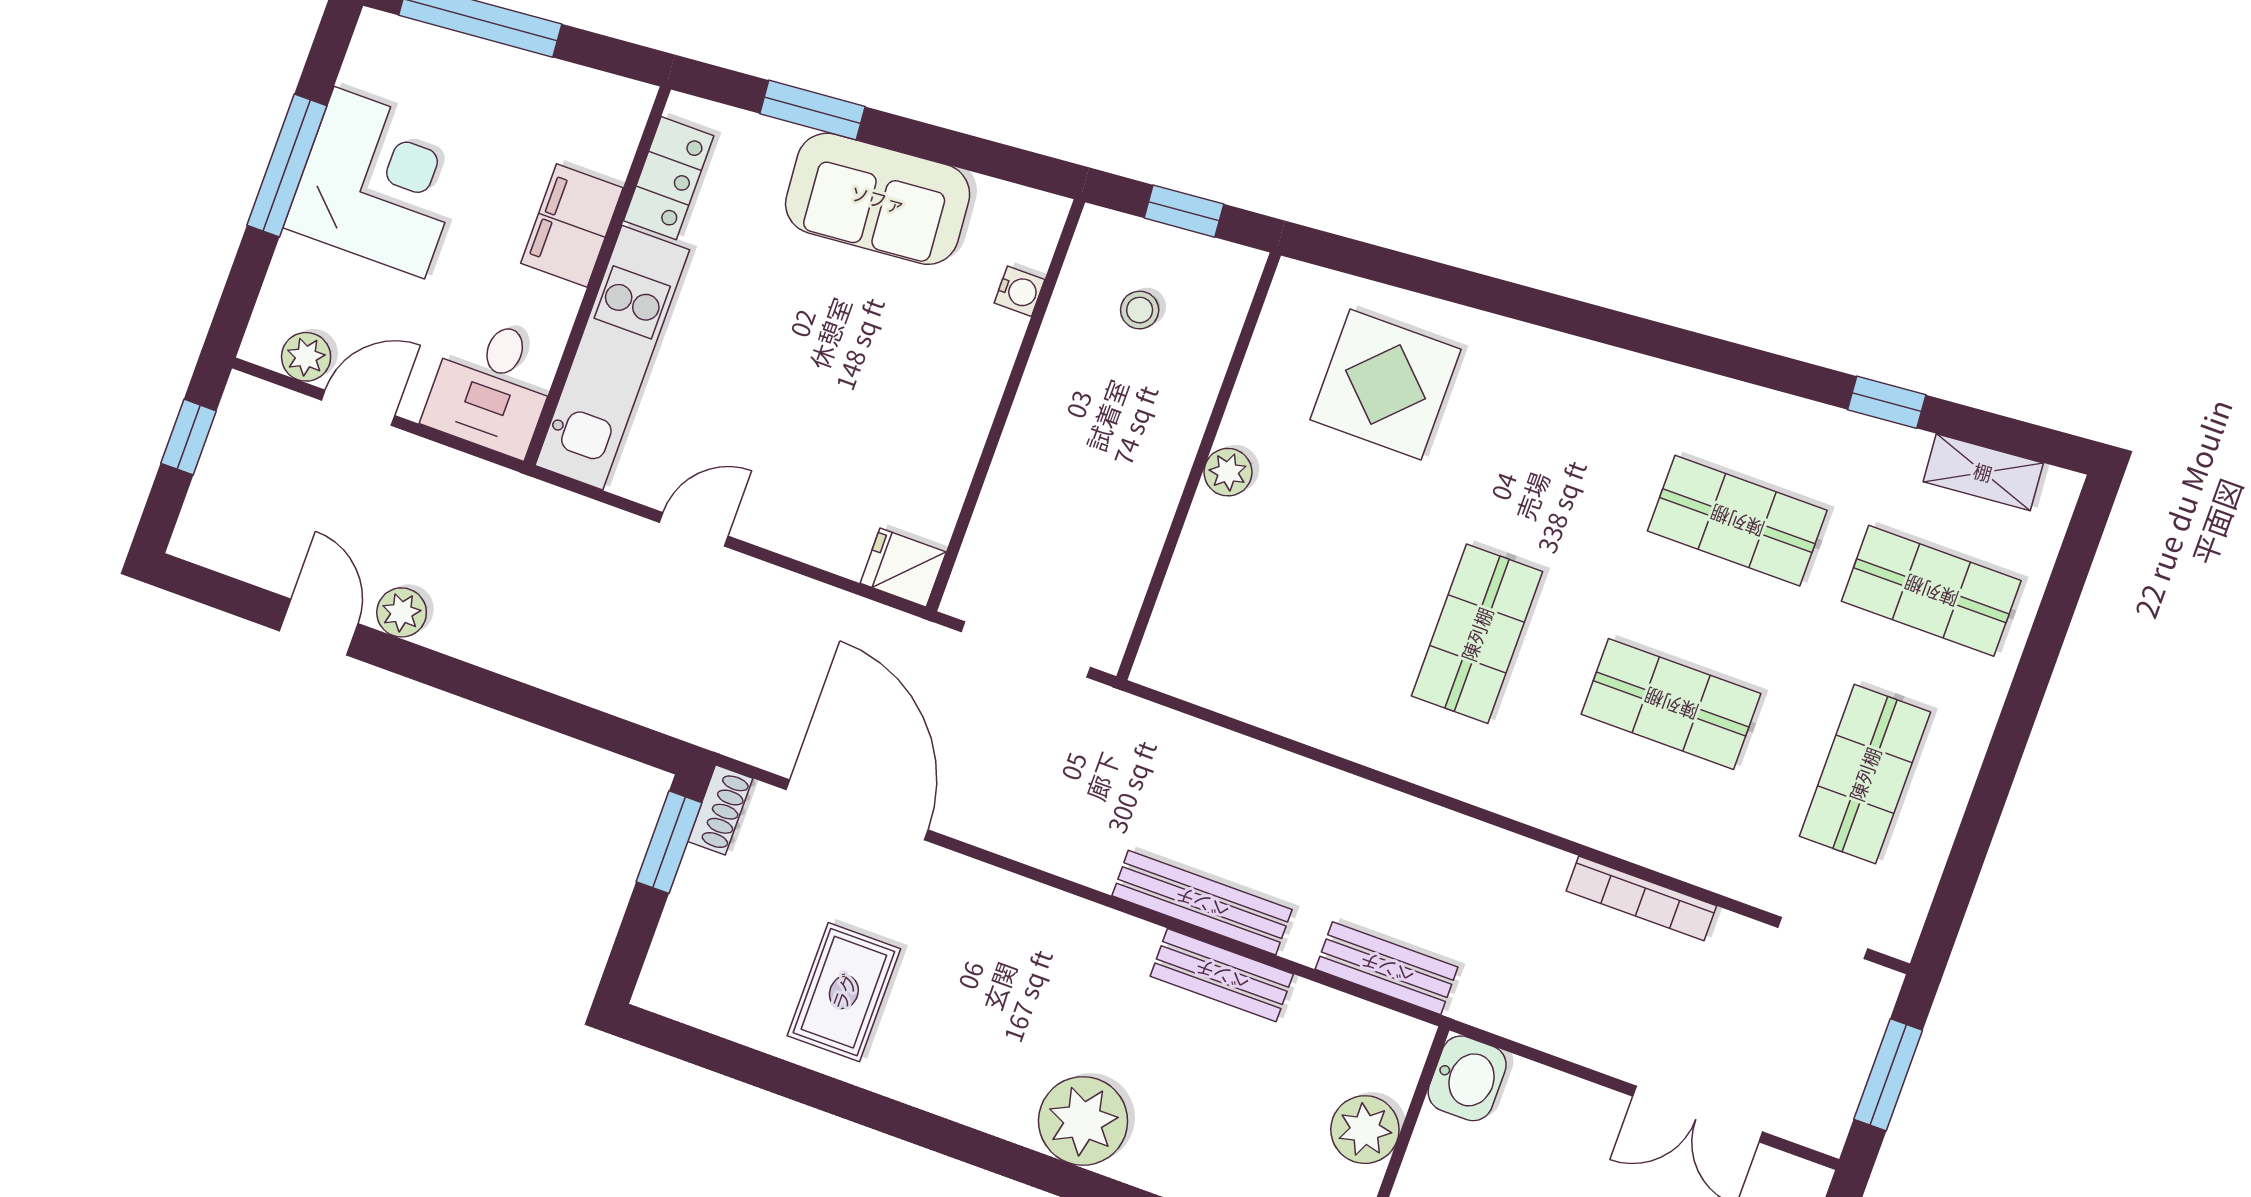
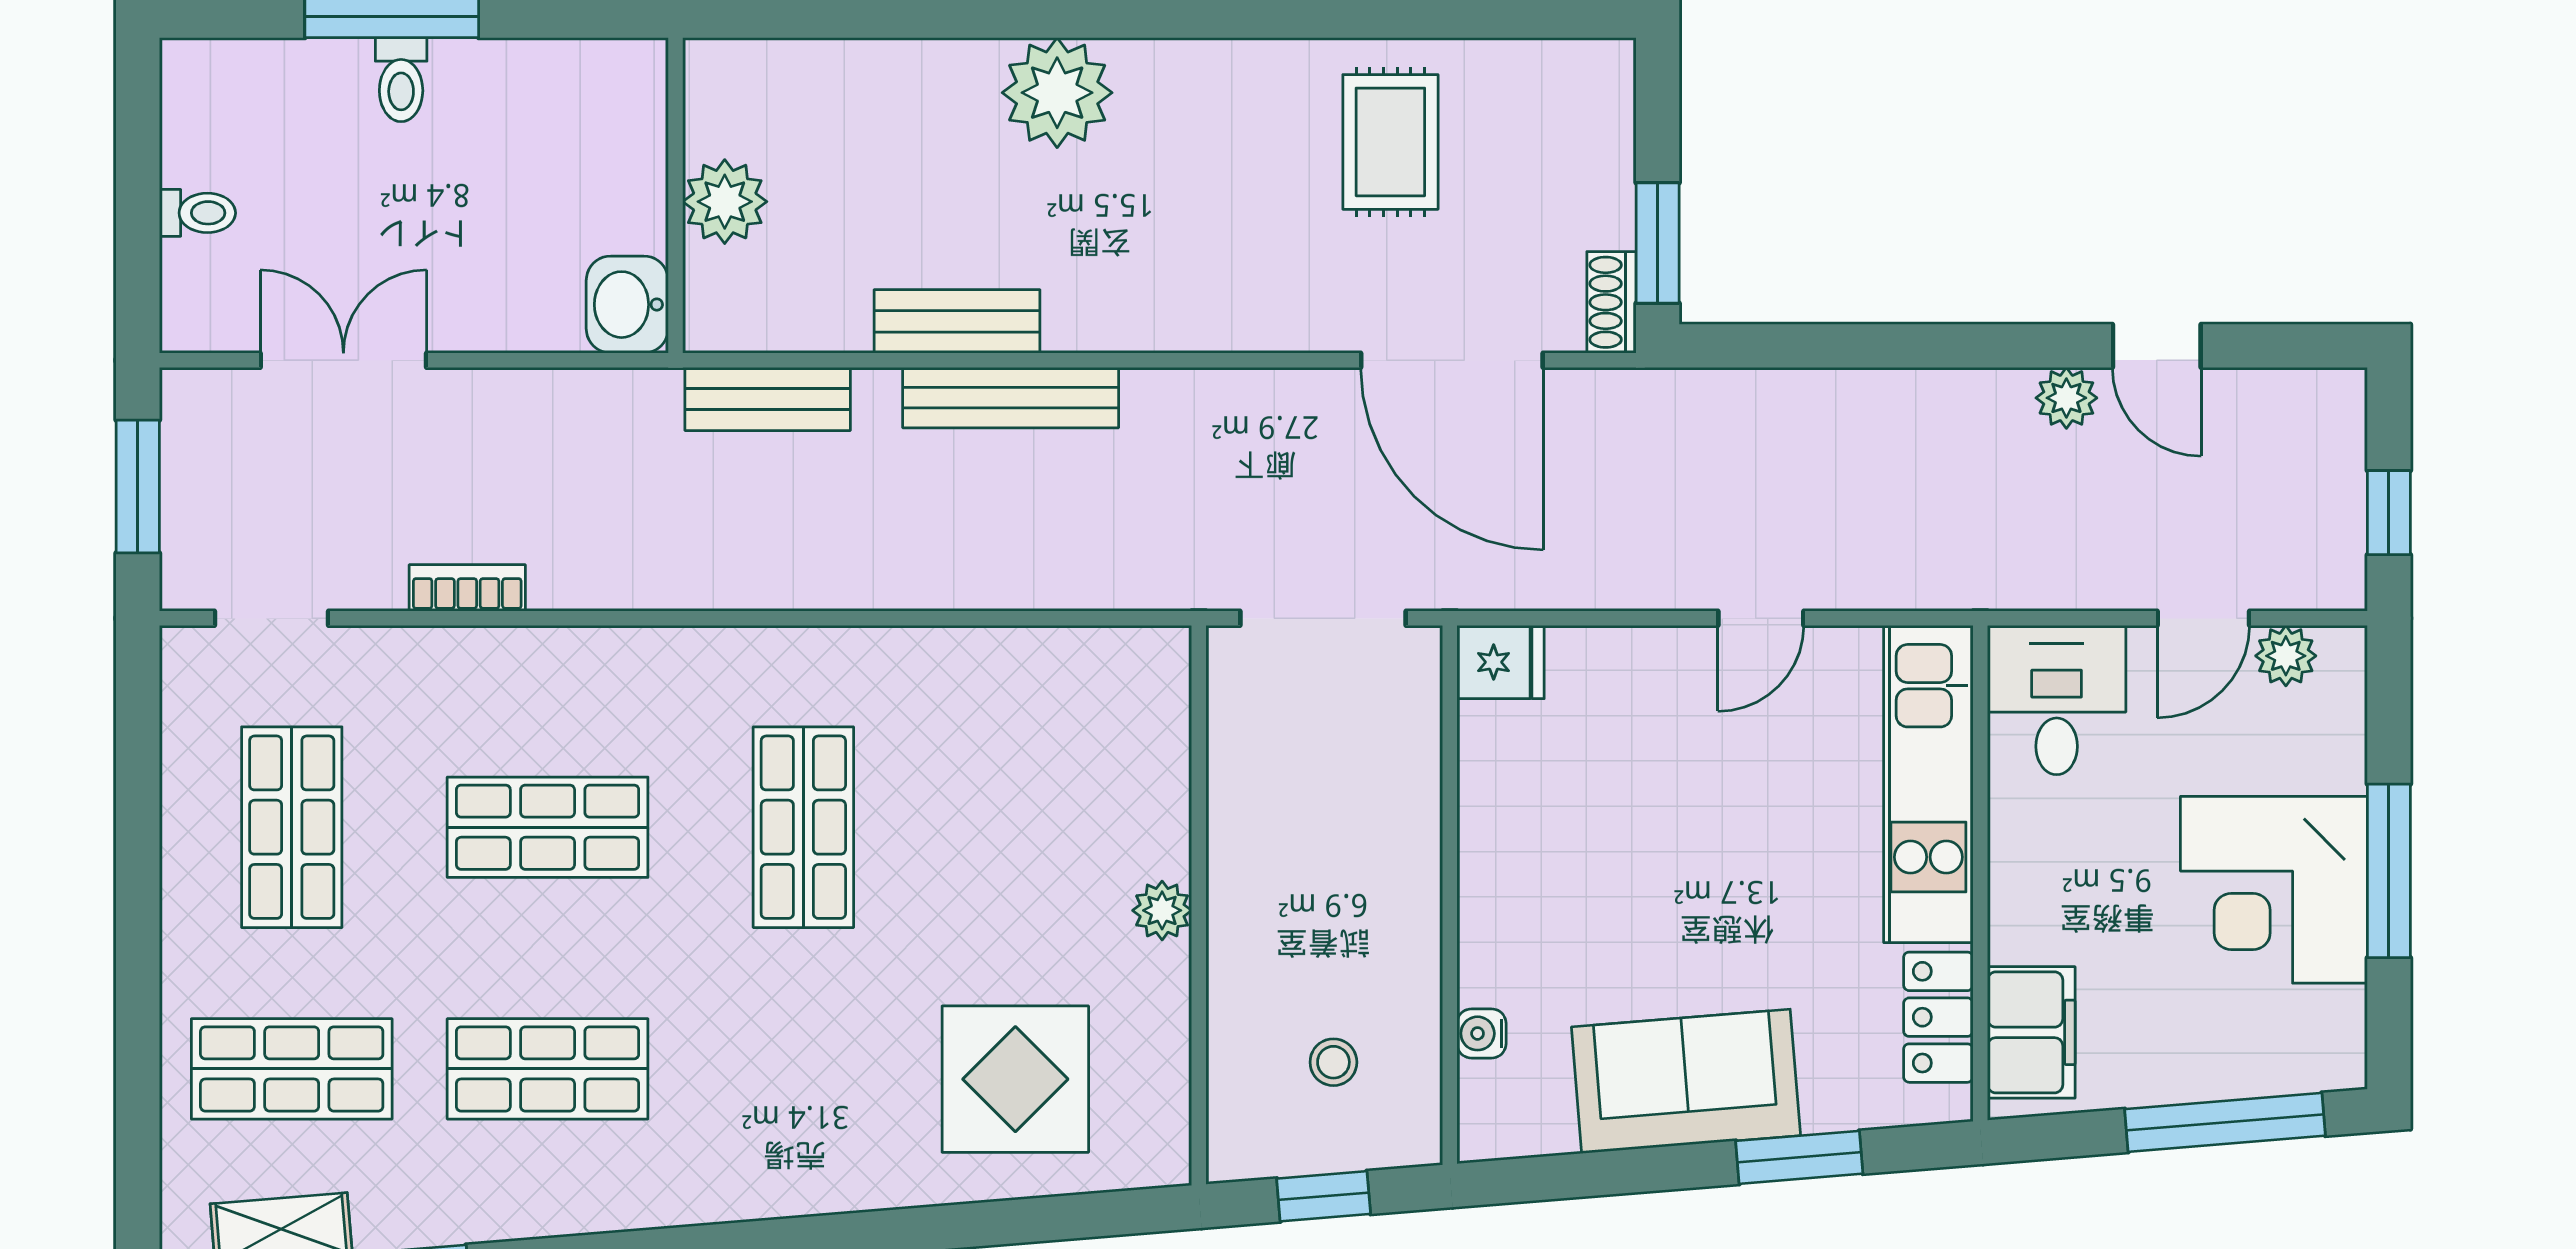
filing cabinet: (572, 225) -> (2031, 1032), moved
bookcase: (1641, 898) -> (467, 588), width x0.64

